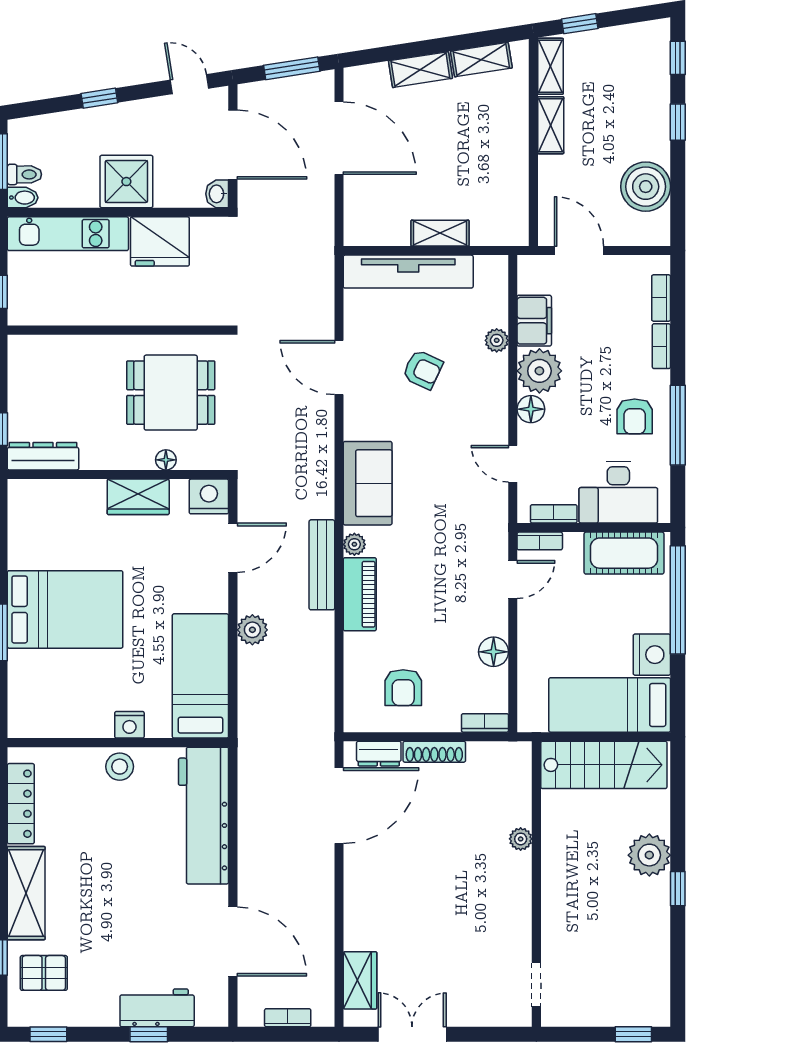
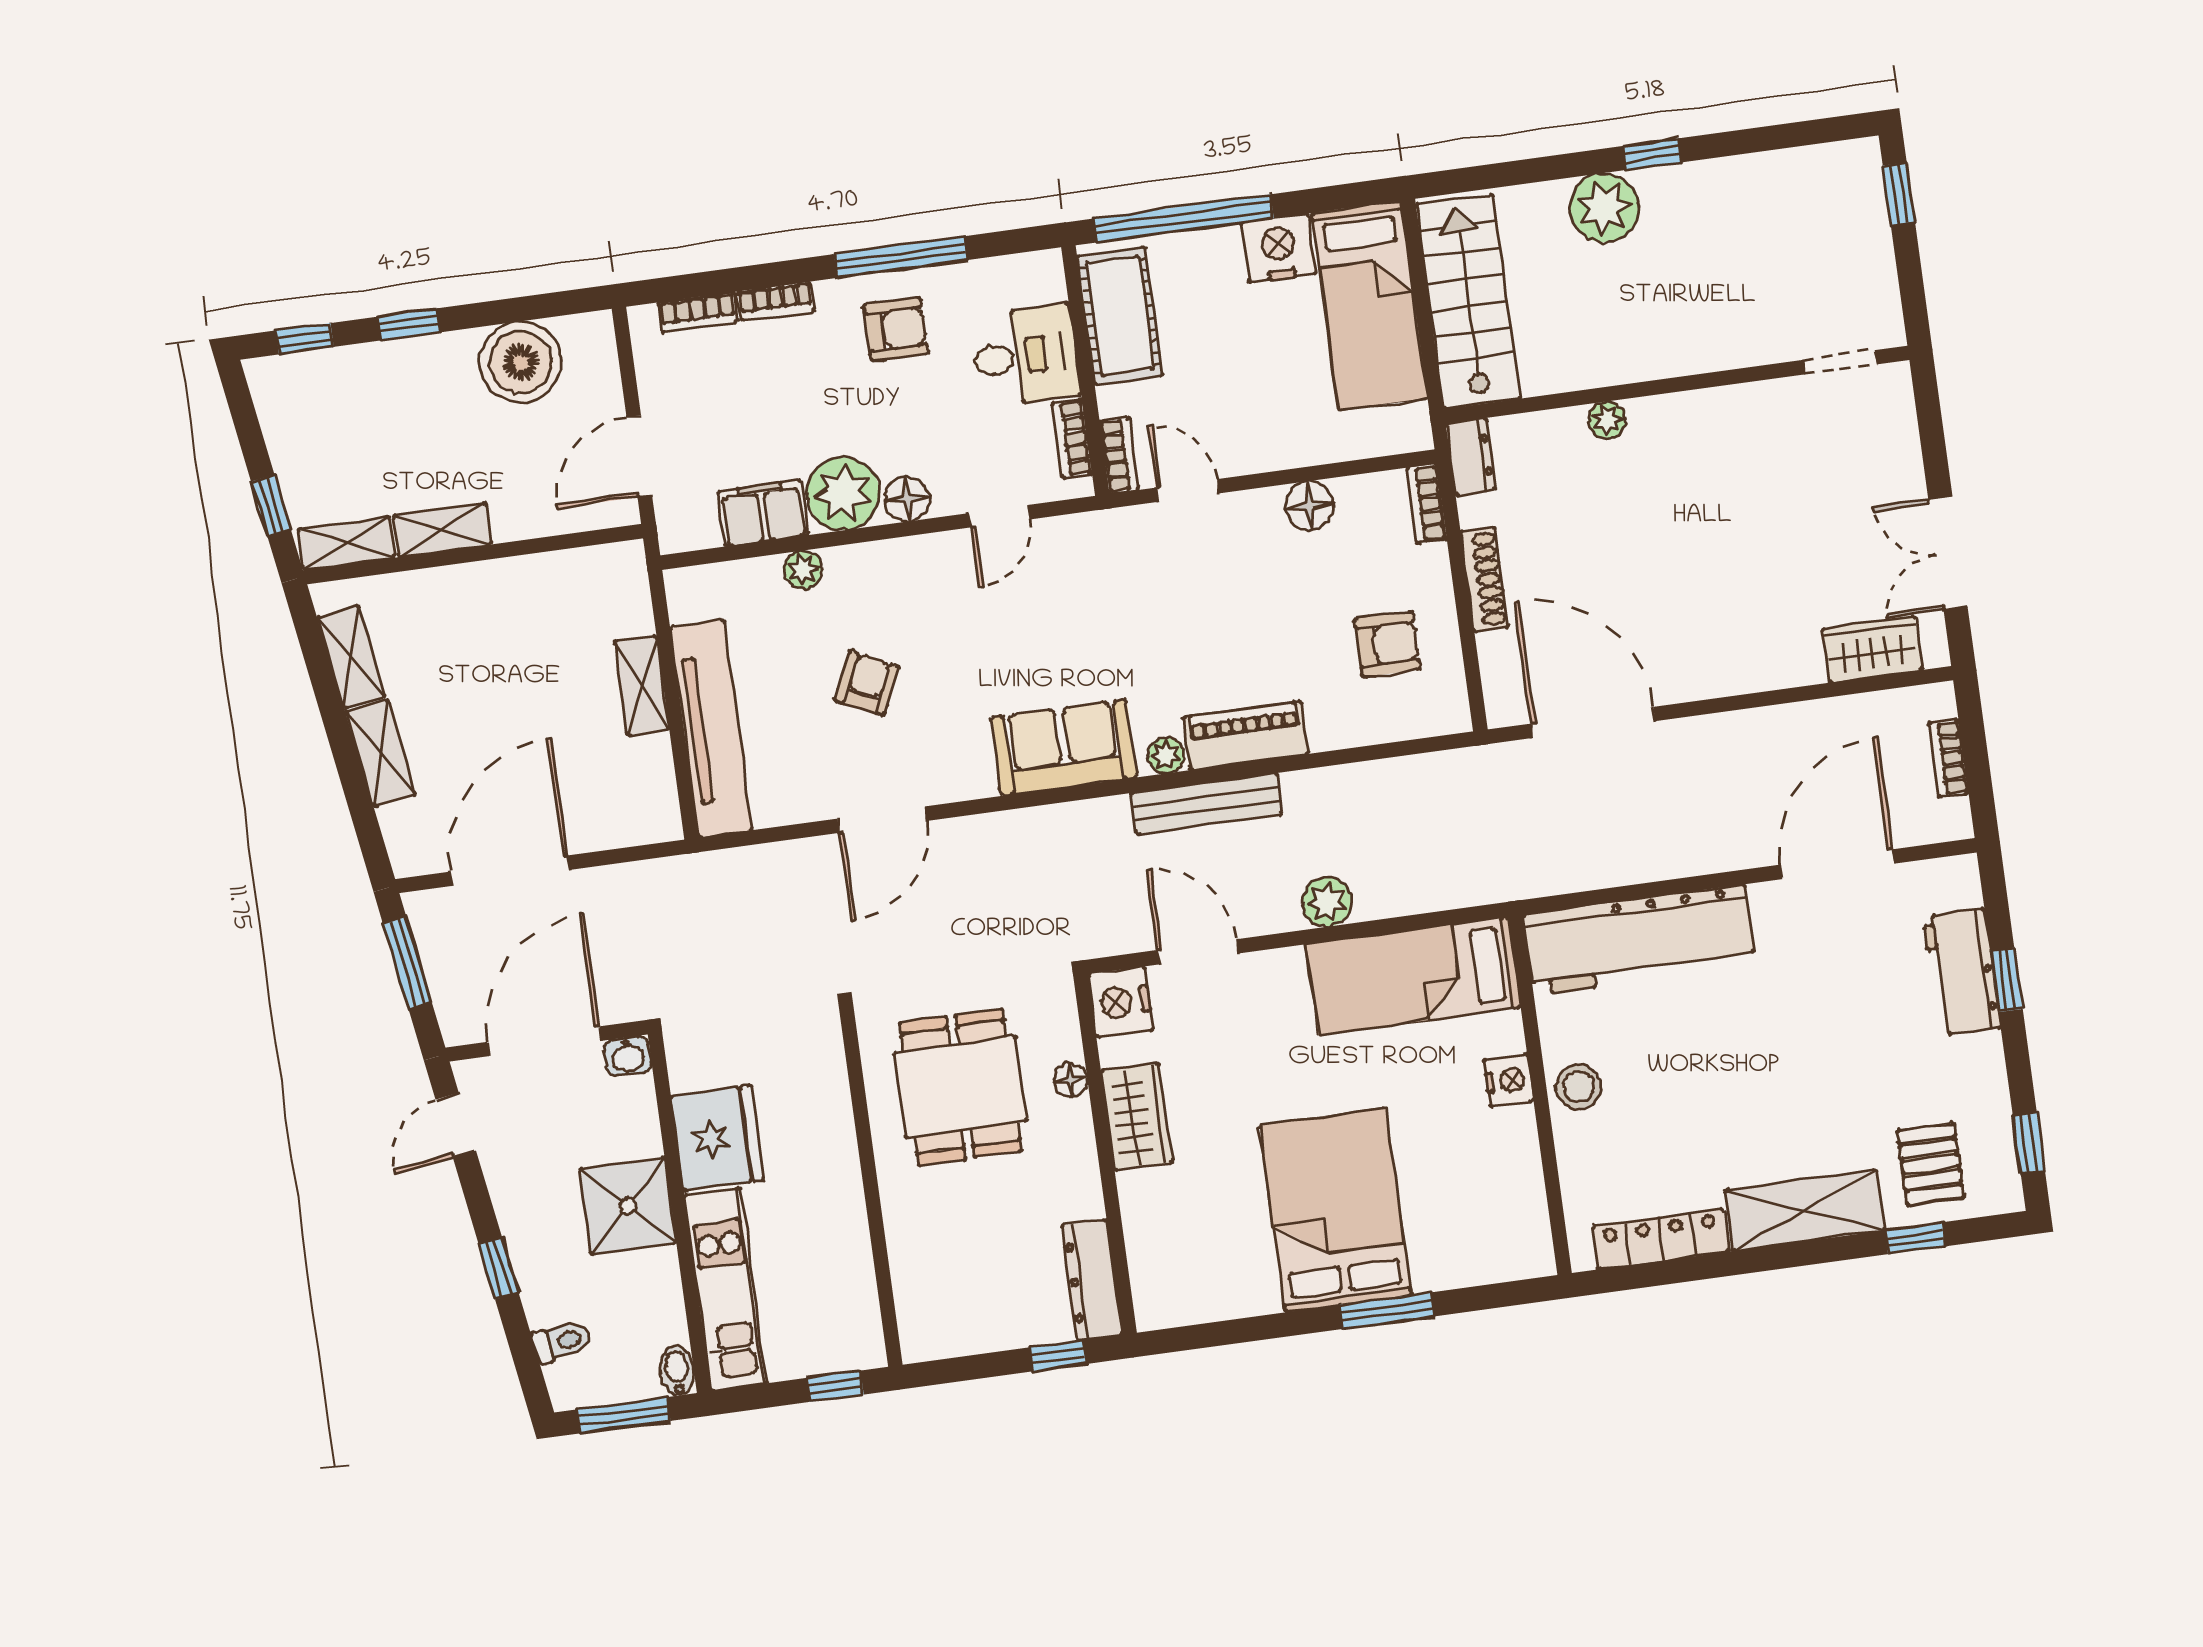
toilet: (24, 174) -> (562, 1342), moved, turned 81
desk: (618, 492) -> (1025, 356), width x0.73
dresser: (379, 754) -> (1471, 457), moved

